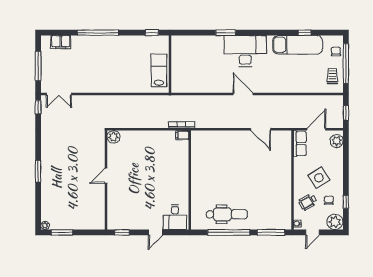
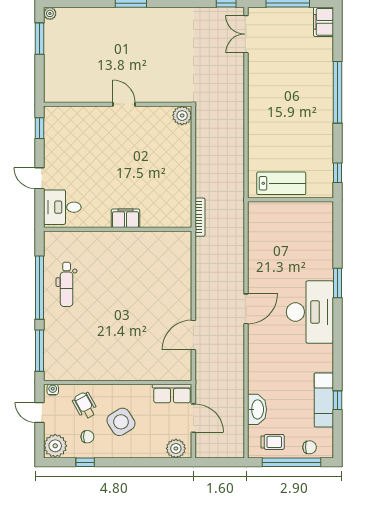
filing cabinet: (61, 42) -> (323, 22), moved
exam couch: (298, 45) -> (324, 400), width x0.73, depth x0.69
washbasin: (310, 87) -> (257, 409), added
window: (346, 113) -> (218, 462), removed
filing cabinet: (182, 135) -> (125, 218), moved, width x2.00
dental chair: (227, 214) -> (67, 284), width x0.73, depth x0.72

